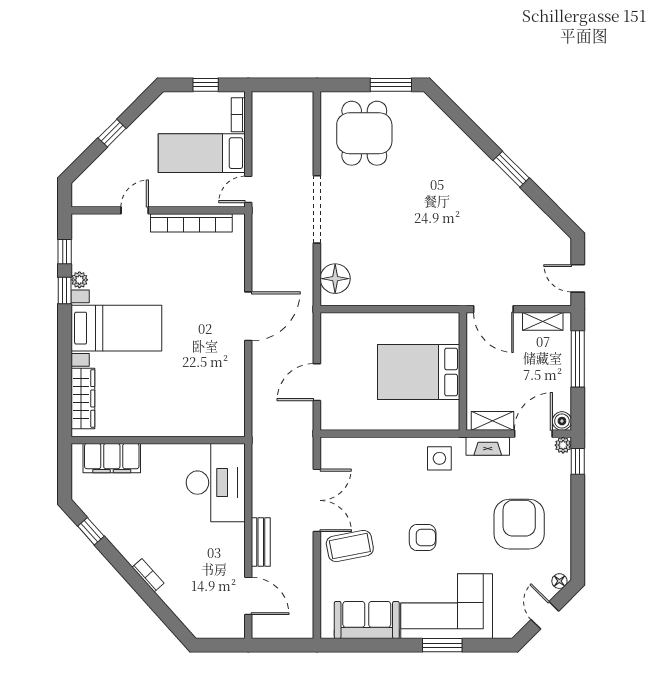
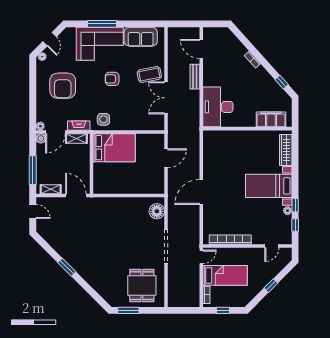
door: (135, 210) -> (272, 246), moved
bed: (419, 372) -> (114, 148), moved
window: (578, 461) -> (33, 118), removed
window: (442, 645) -> (102, 24), width x1.44

